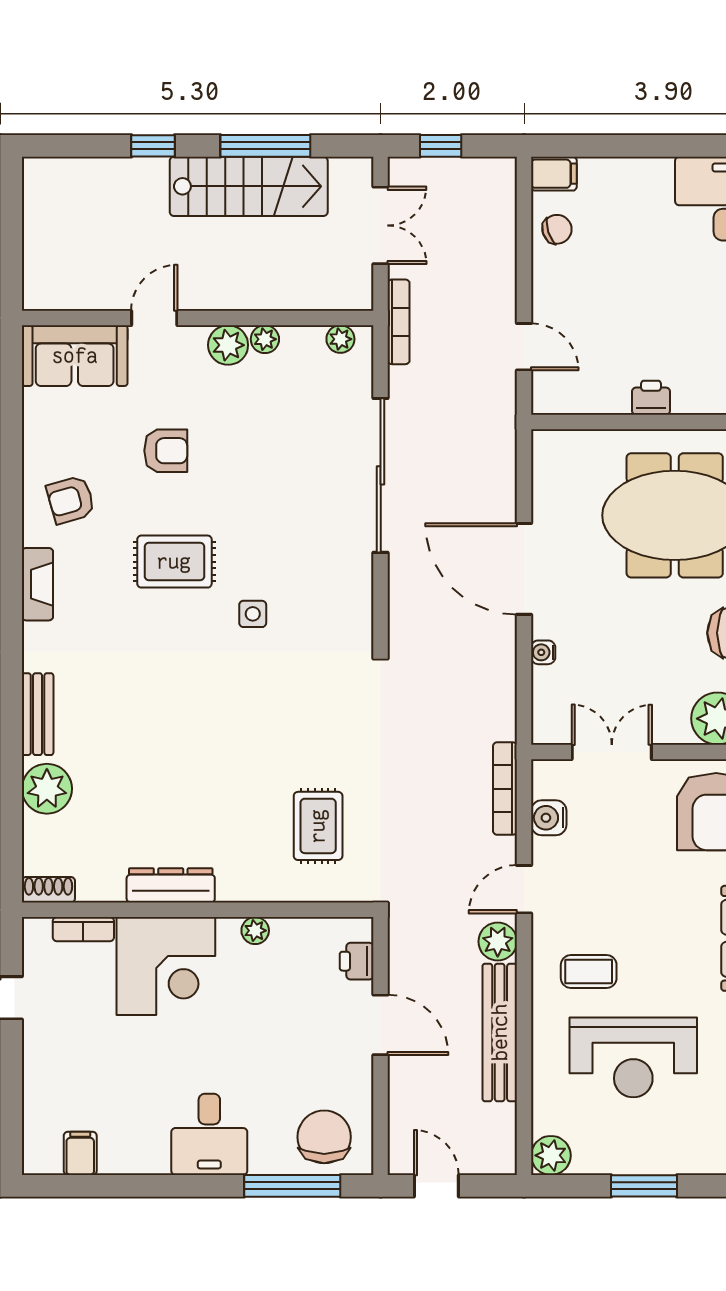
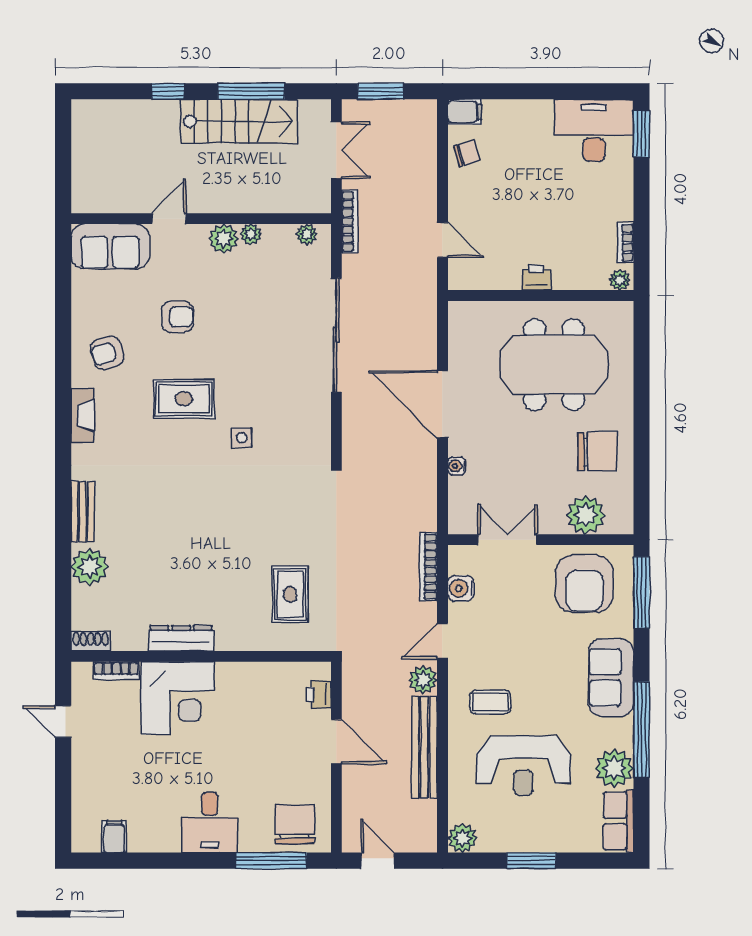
window: (441, 146) -> (381, 91), width x1.50
plant: (255, 931) -> (244, 672), removed

